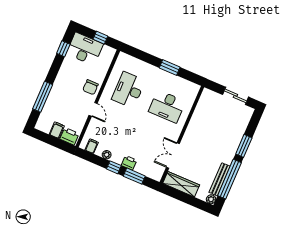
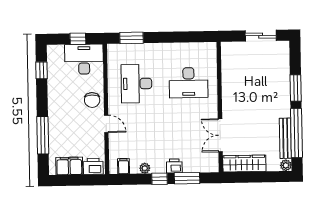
desk: (85, 49) -> (84, 59), moved
window: (170, 67) -> (132, 38), moved
filing cabinet: (57, 130) -> (69, 166), width x2.00

